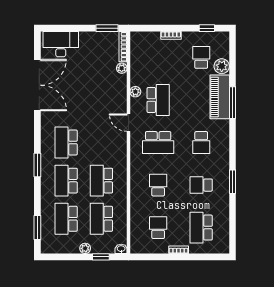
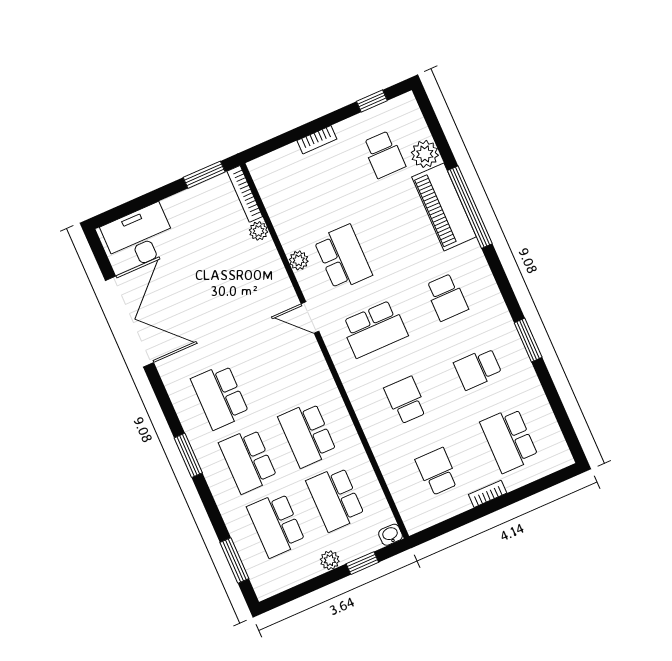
school desk: (201, 57) -> (384, 154), turned 180
window: (233, 103) -> (470, 207), width x1.46

